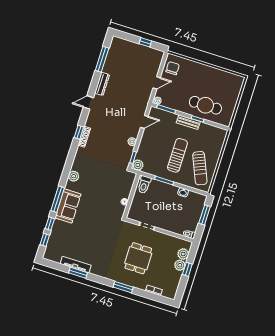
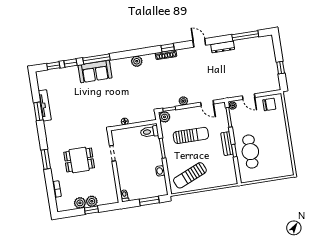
sun lounger: (177, 155) -> (191, 135), moved
plant: (74, 176) -> (137, 61), moved
plant: (183, 254) -> (80, 203), moved

